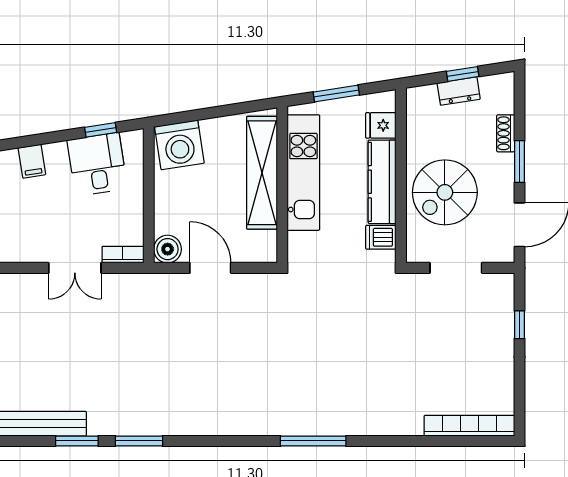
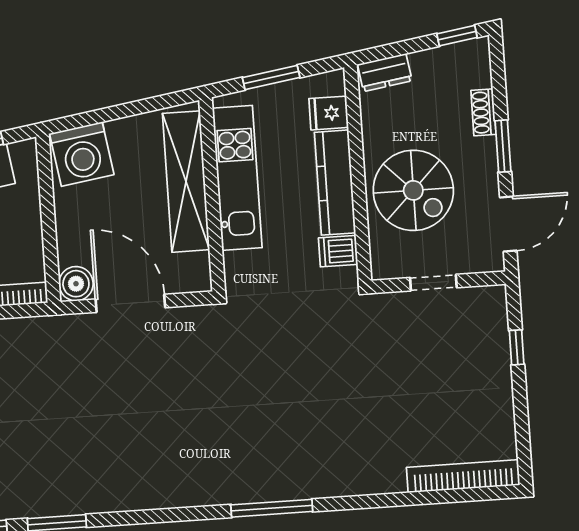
window: (463, 74) -> (457, 36), moved
dresser: (459, 91) -> (385, 73), moved
spiral stairs: (445, 192) -> (413, 190), turned -90
door: (210, 268) -> (130, 303), width x1.36
doorway: (456, 268) -> (433, 283), width x0.73

